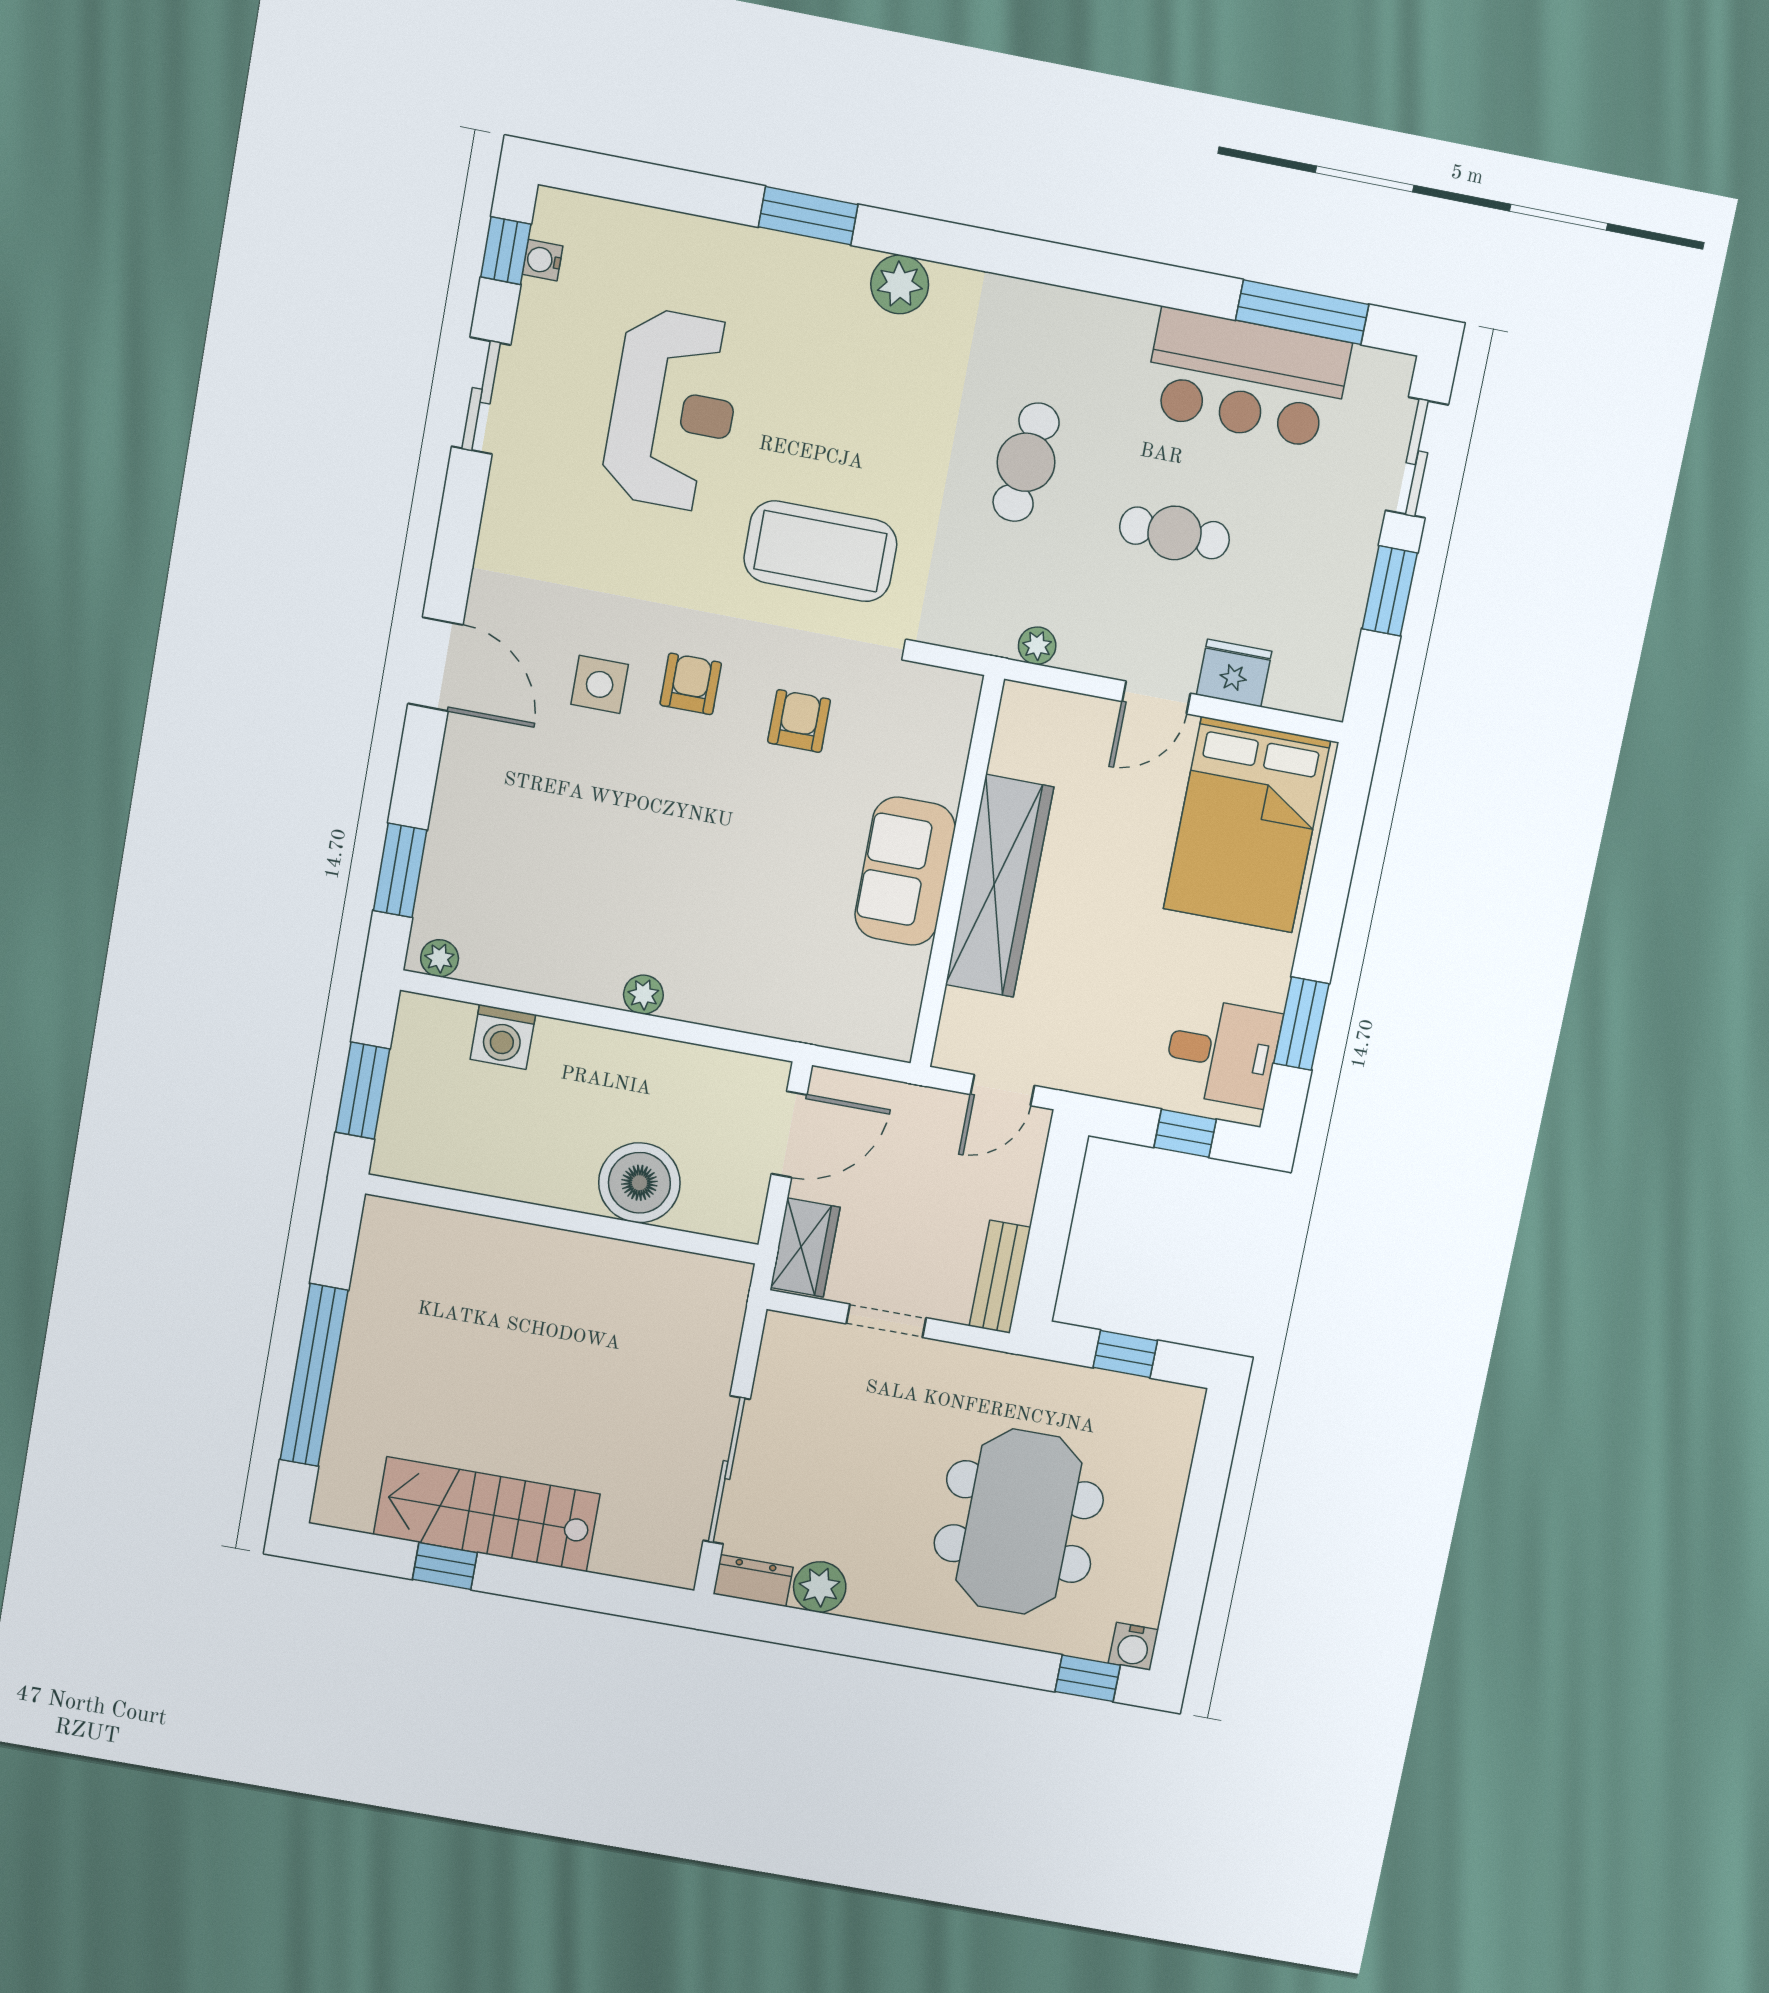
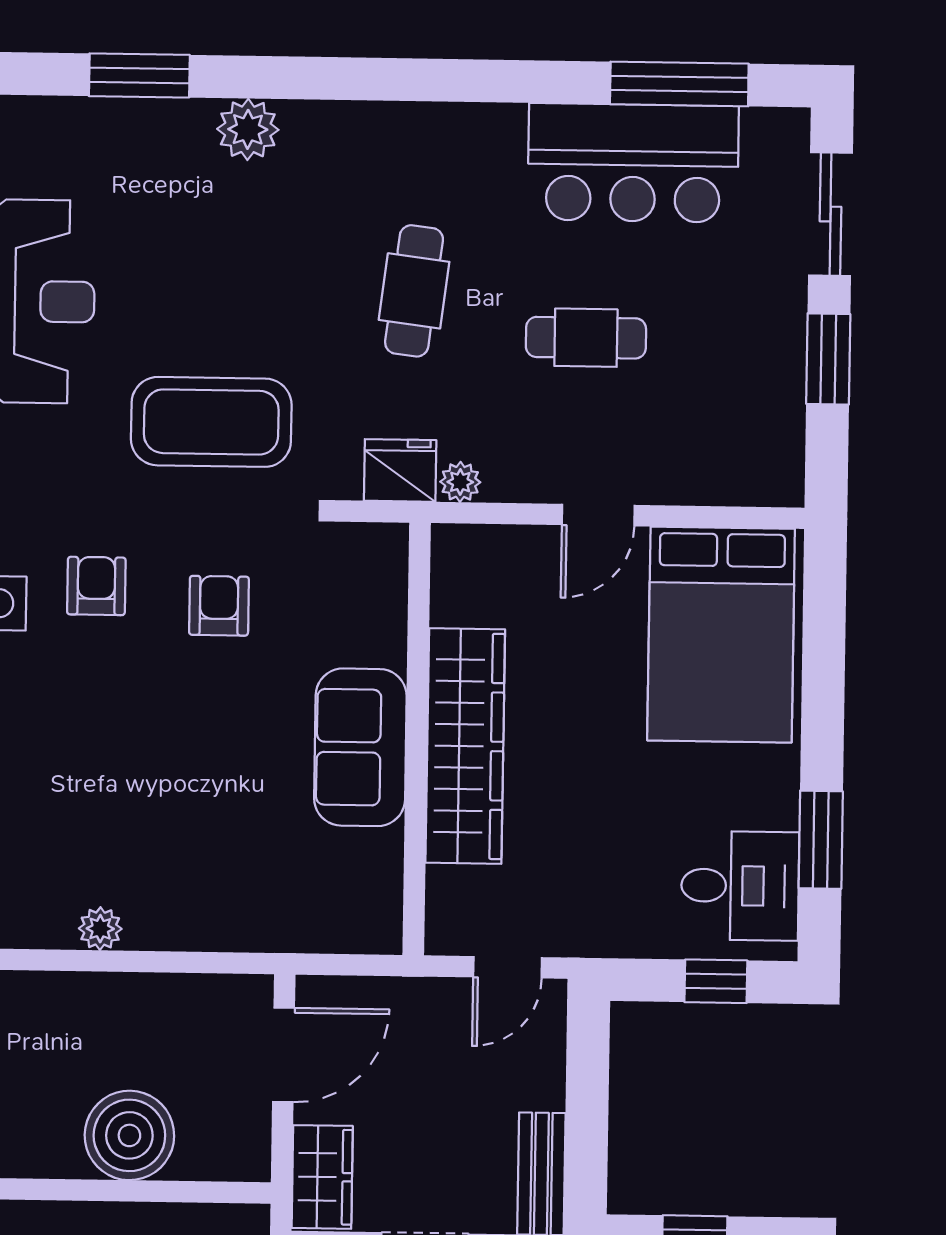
fridge: (1234, 673) -> (400, 470), moved

